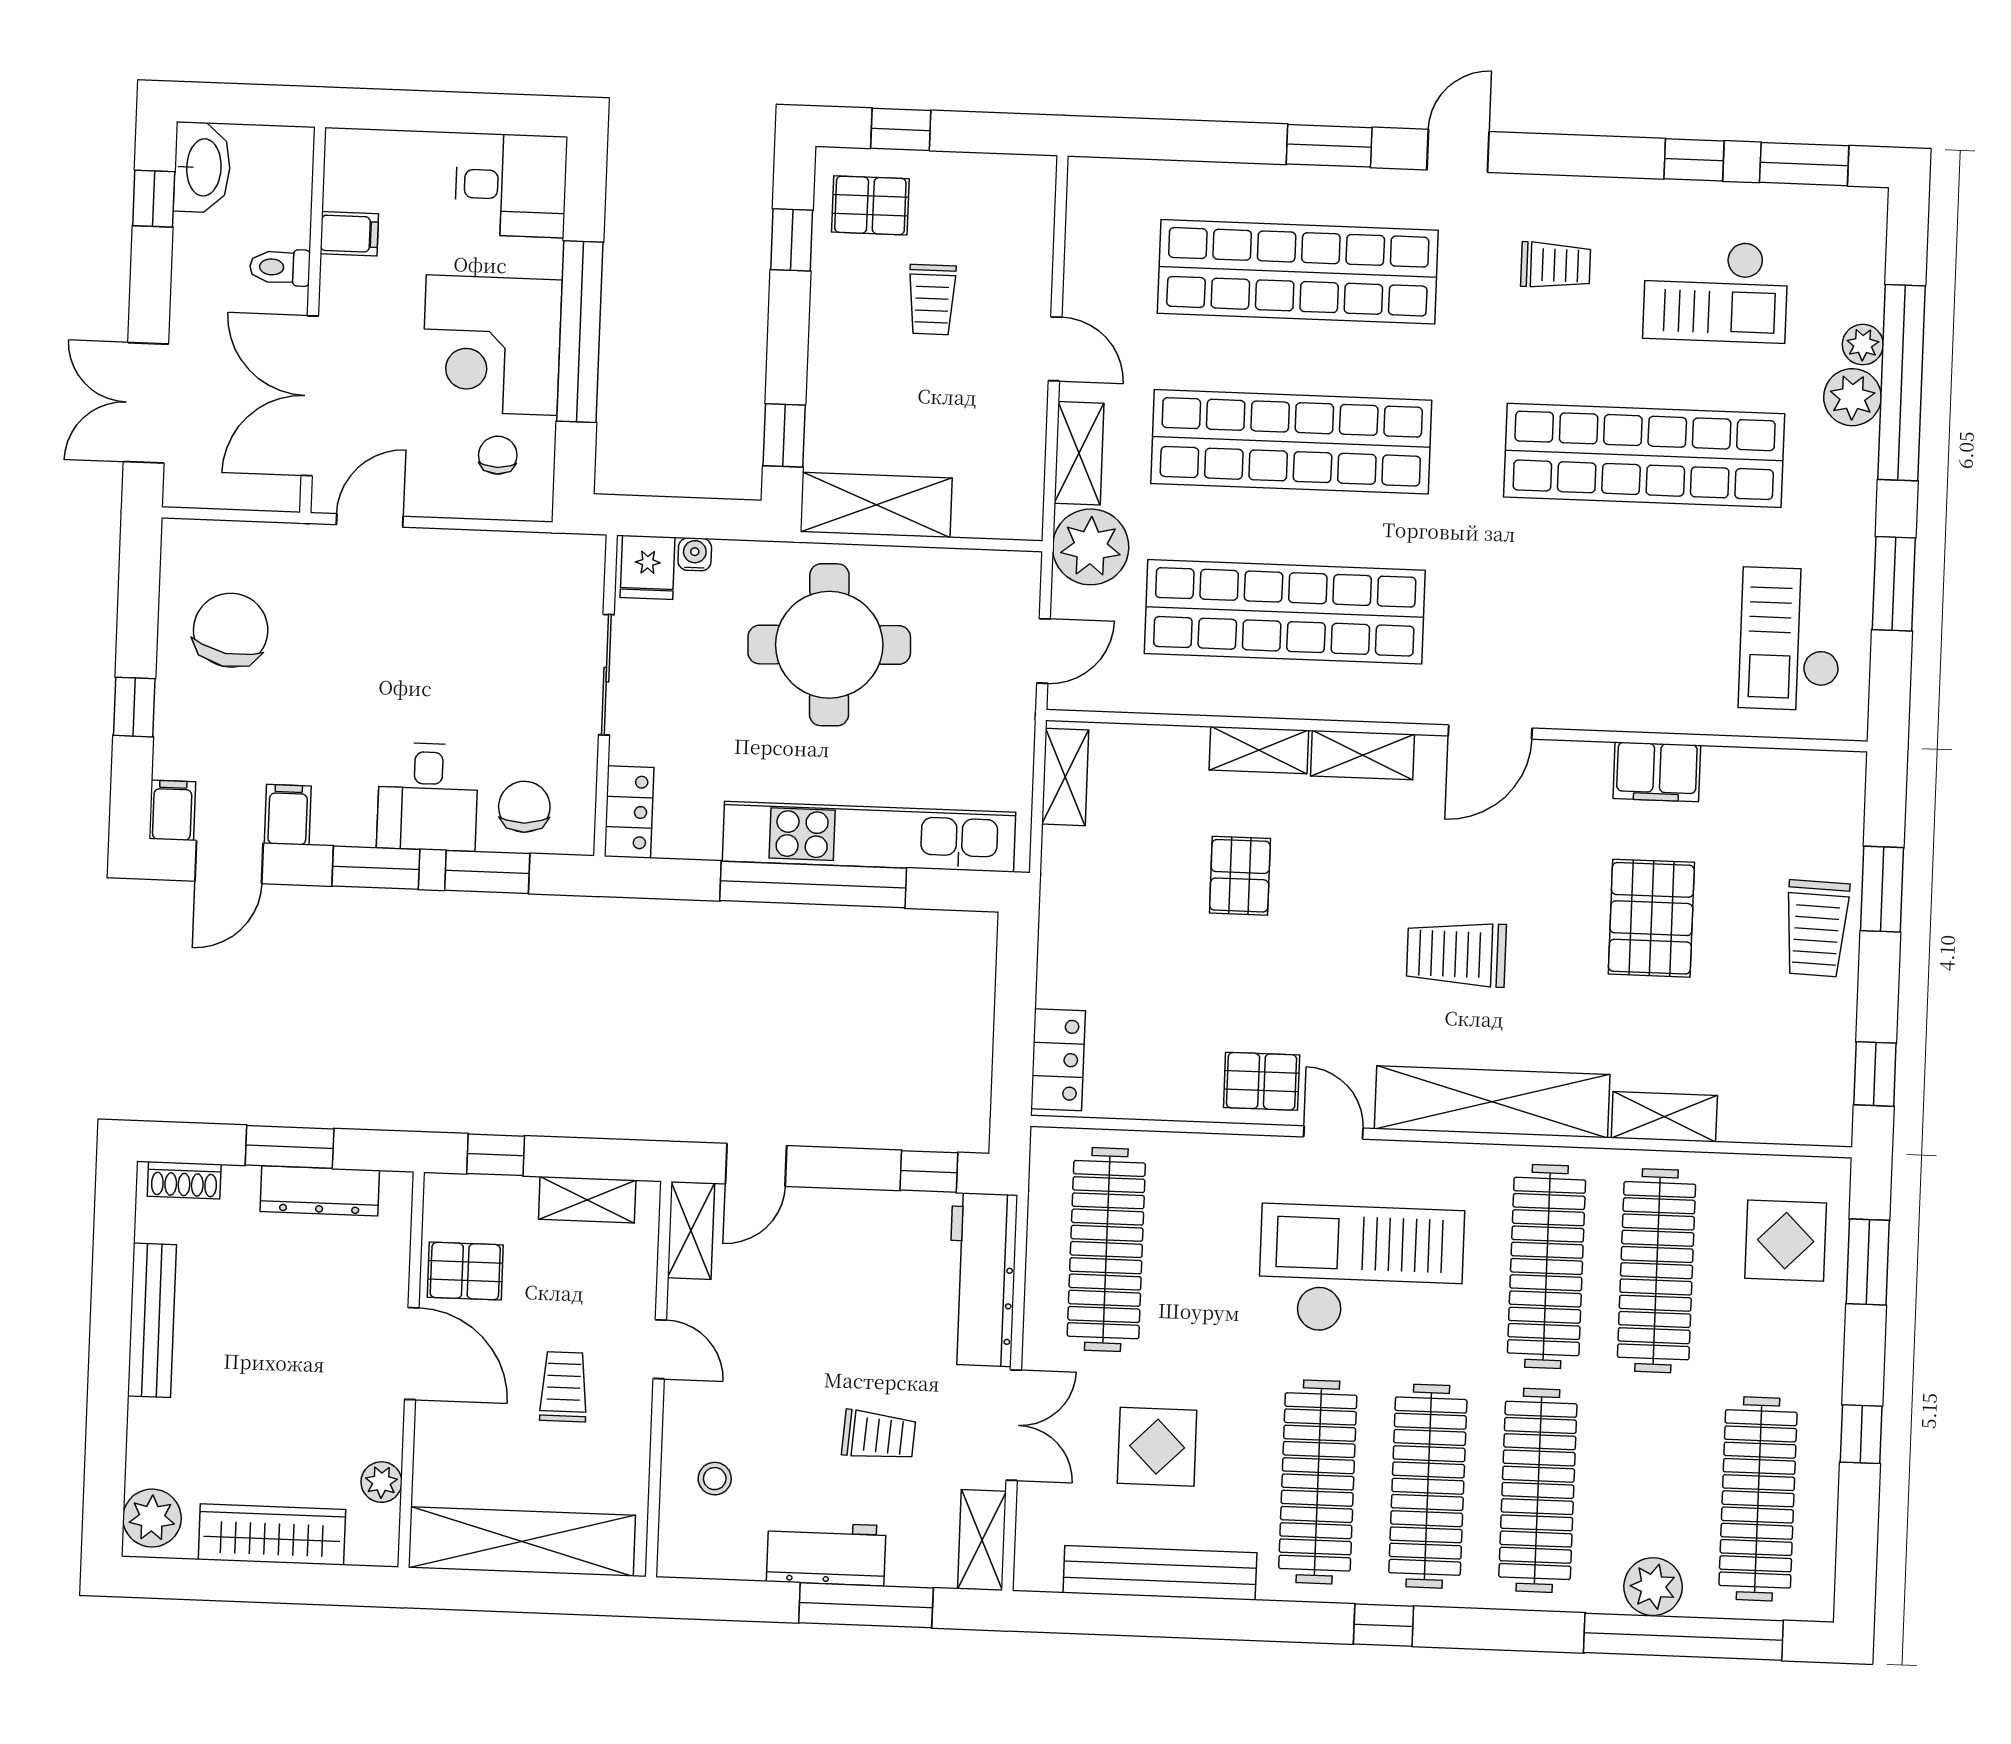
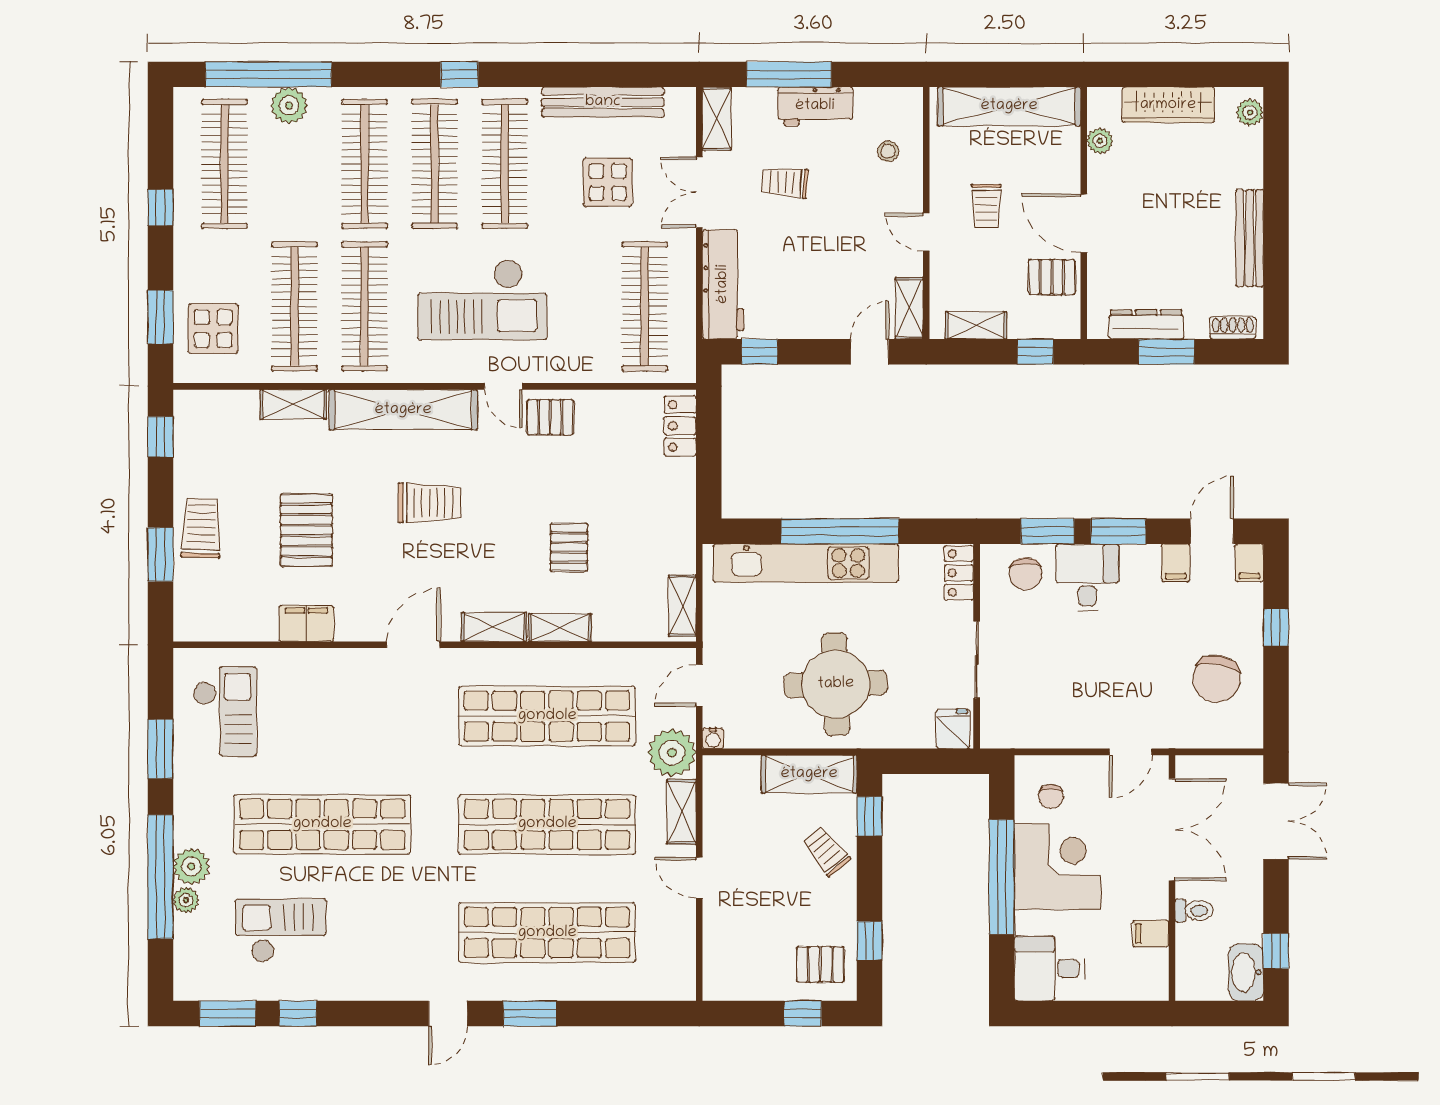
trolley: (1556, 265) -> (383, 943), removed
trolley: (932, 300) -> (826, 851), moved, turned -39
water cooler: (695, 554) -> (713, 738), moved
plant: (152, 1518) -> (1250, 112), width x0.73, depth x0.73

